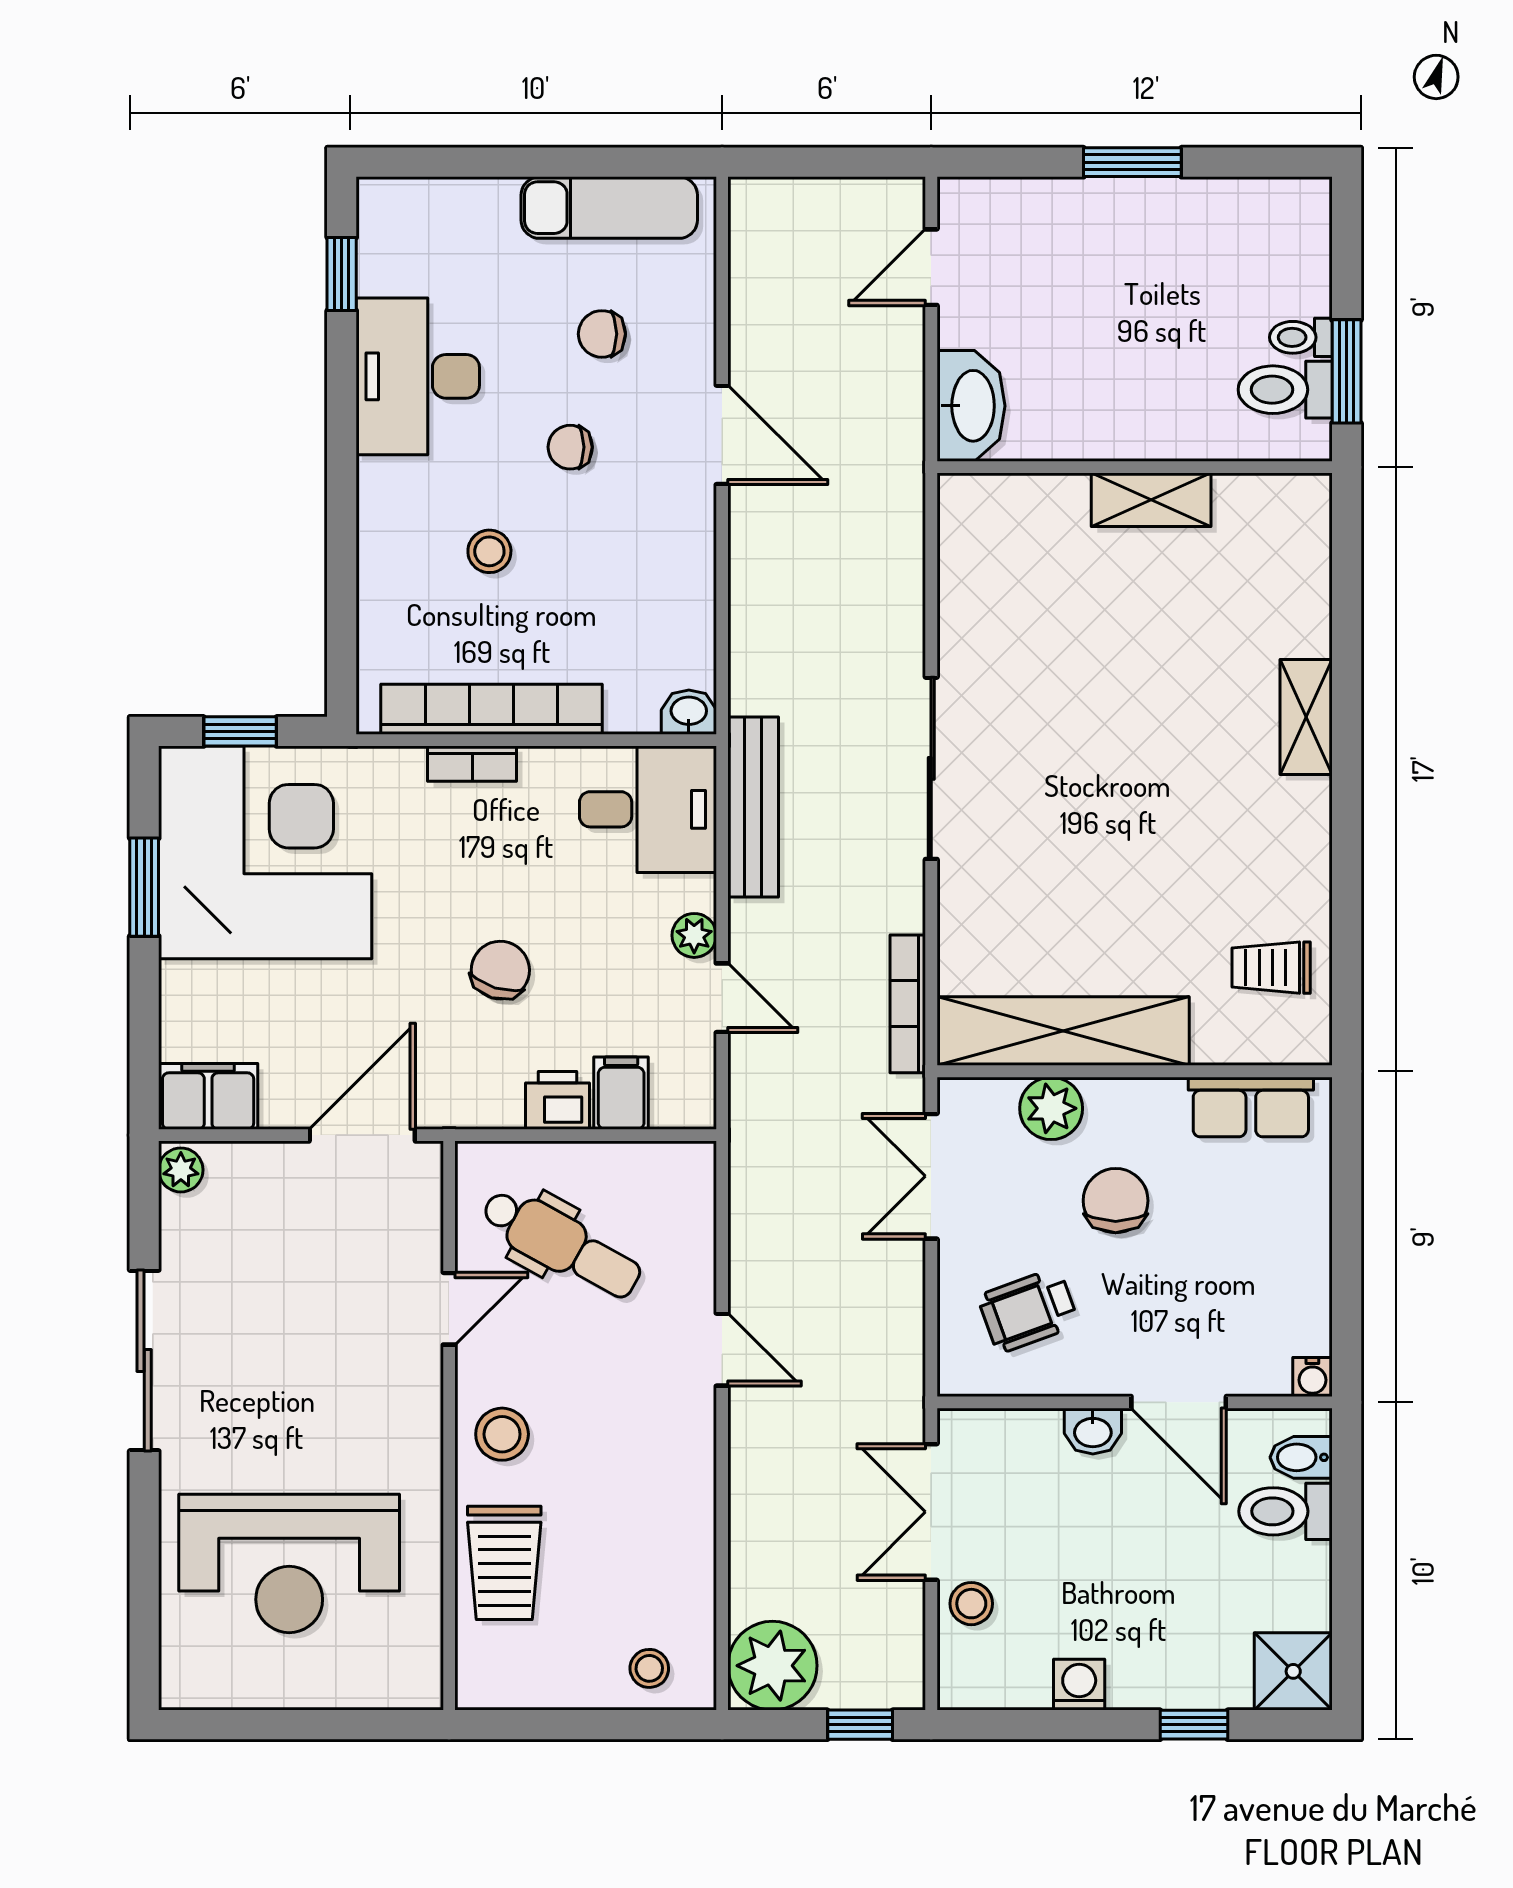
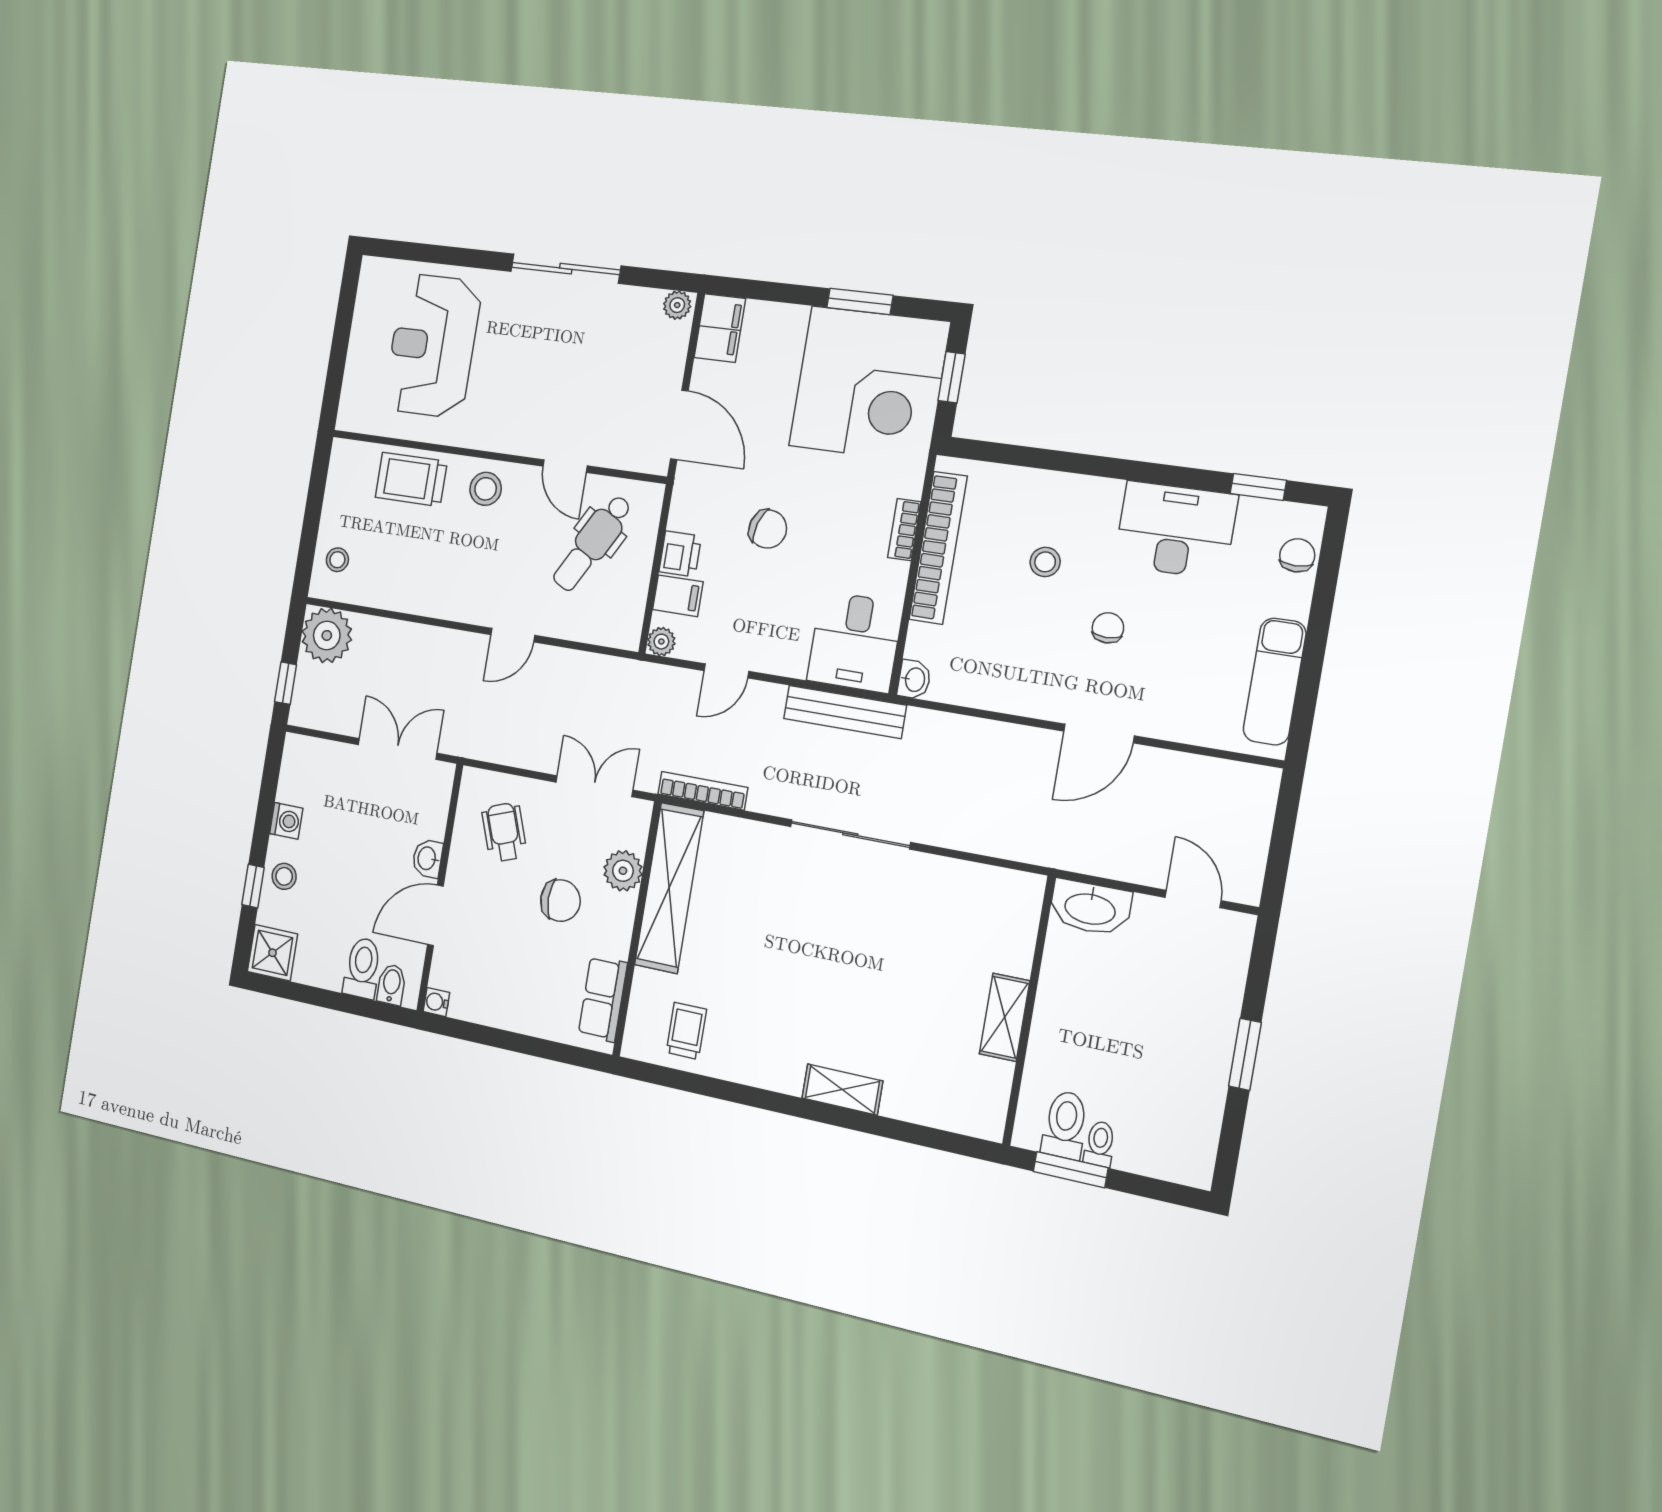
chair: (602, 334) -> (1297, 555), moved
plant: (694, 935) -> (661, 642), moved
stool: (971, 1604) -> (284, 876), moved

